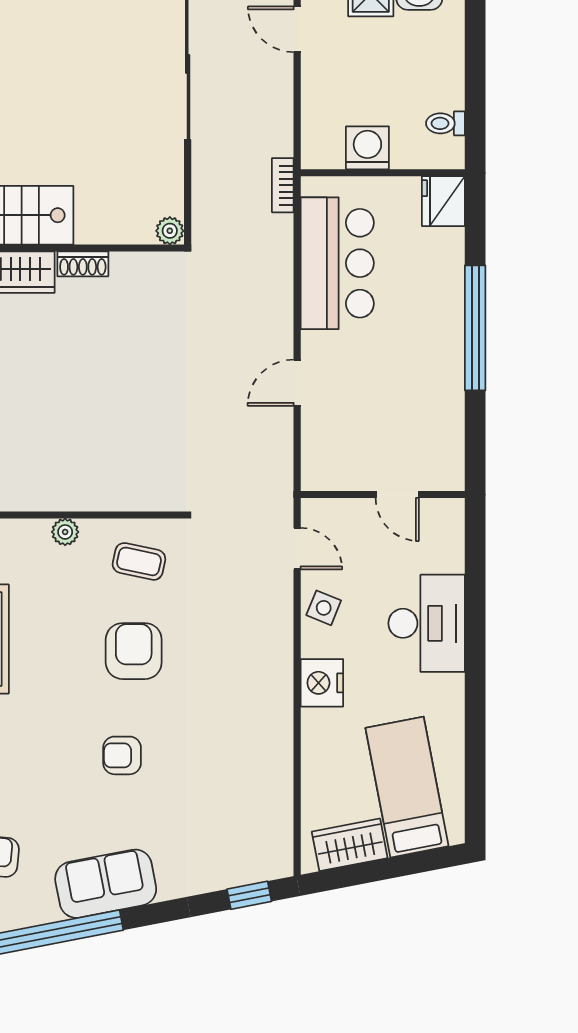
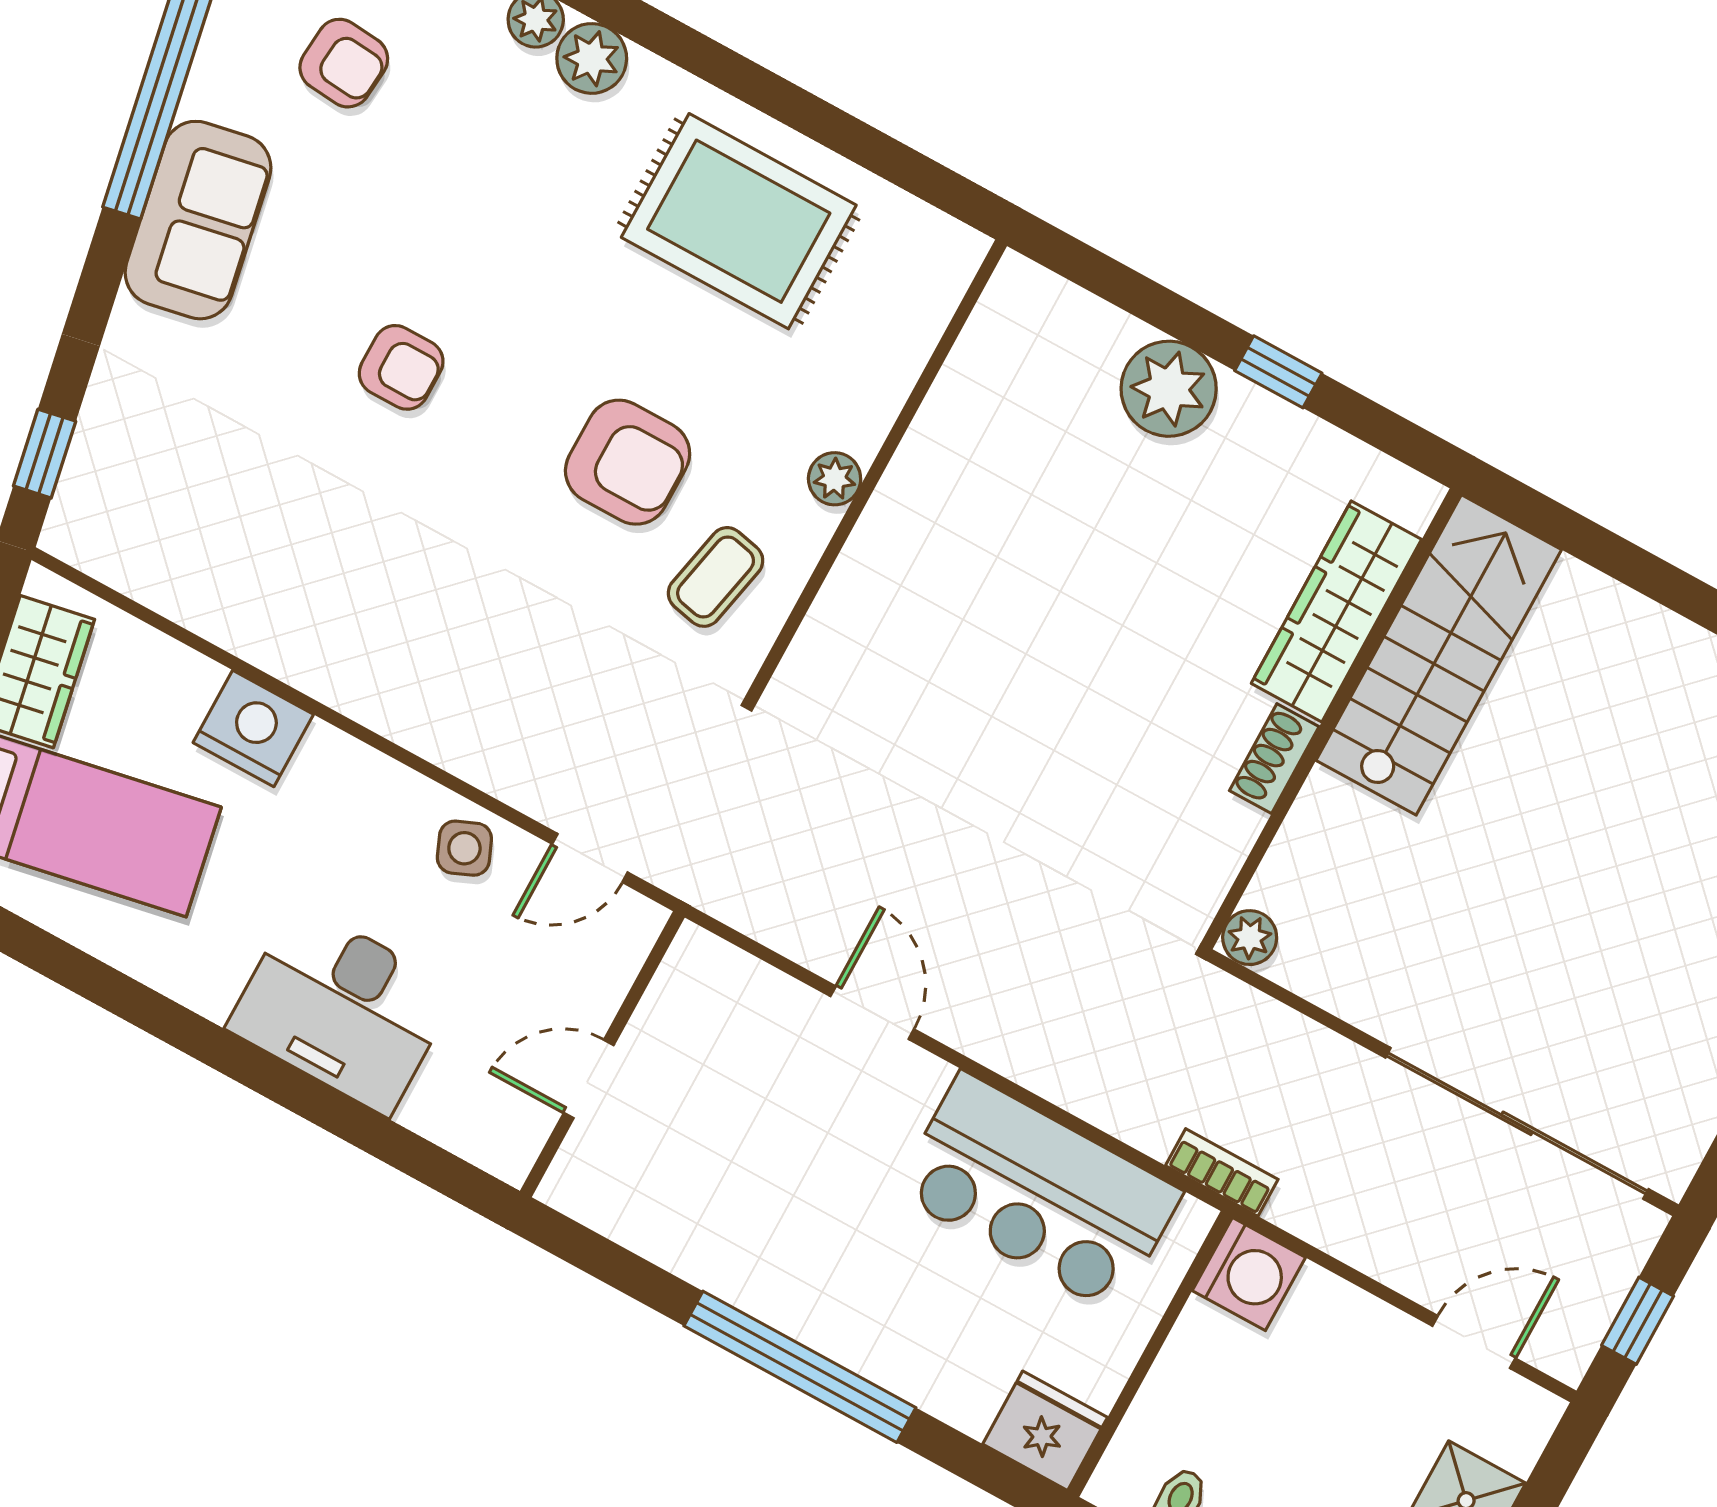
washing machine: (367, 148) -> (1249, 1274), moved
side table: (324, 608) -> (464, 848), turned 45
armchair: (134, 651) -> (628, 462), moved
nightstand: (322, 683) -> (253, 728), moved
armchair: (122, 755) -> (401, 367), turned 90

